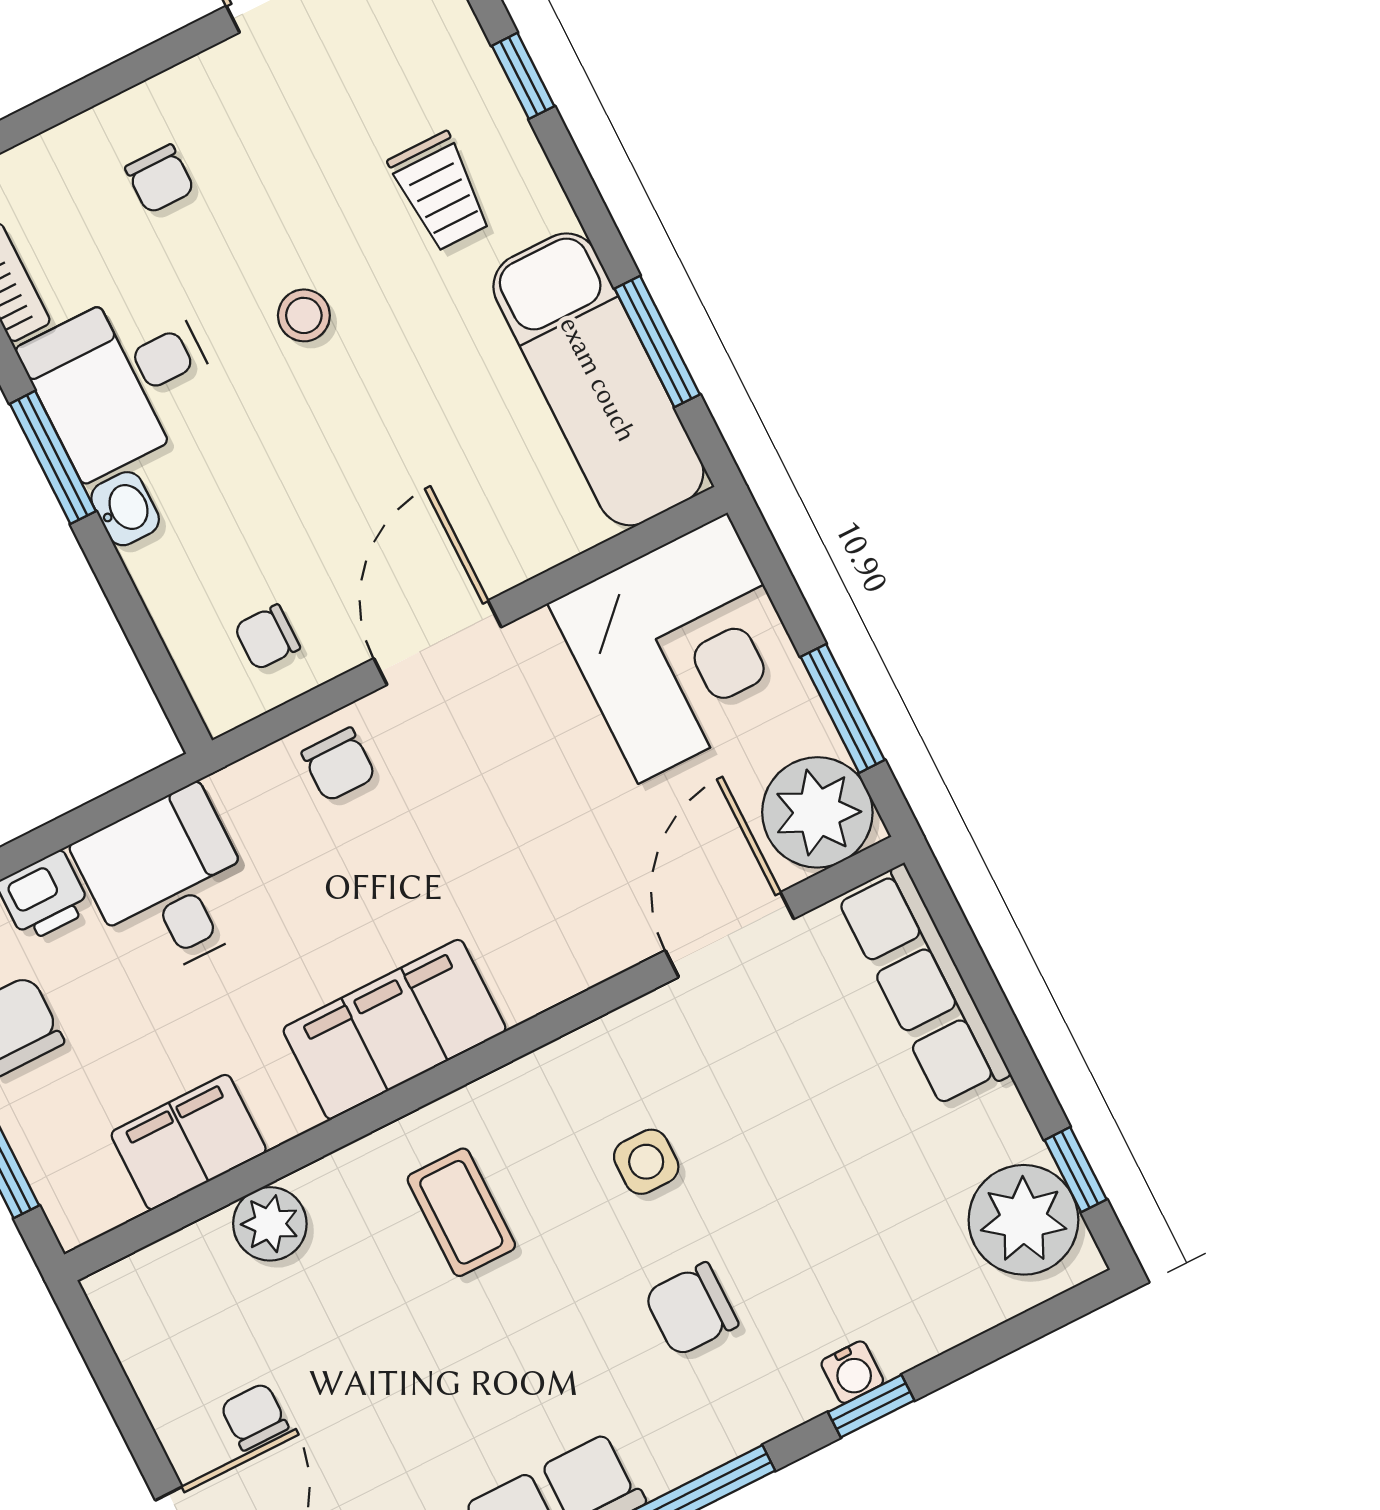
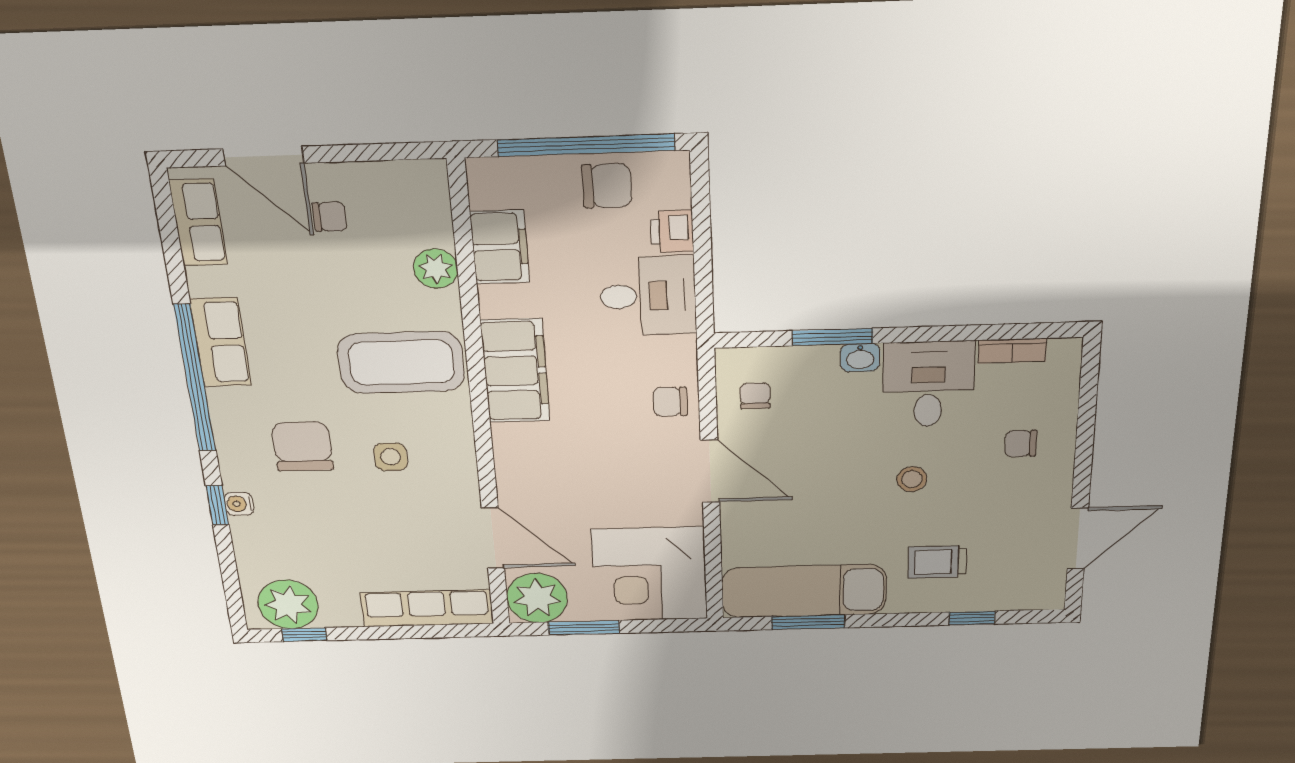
window: (53, 457) -> (832, 337), moved
coffee table: (461, 1212) -> (401, 362), width x1.86, depth x1.72
chair: (691, 1309) -> (302, 446), width x1.37, depth x1.37

